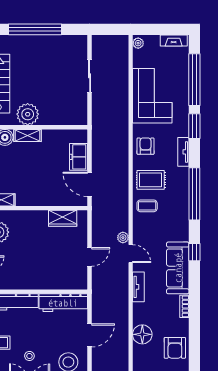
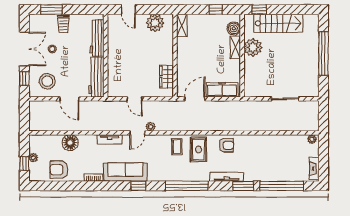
corner sofa: (152, 96) -> (268, 151), removed
tv unit: (183, 152) -> (227, 177), width x1.41
freezer: (79, 157) -> (222, 90), width x1.40

